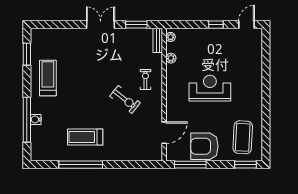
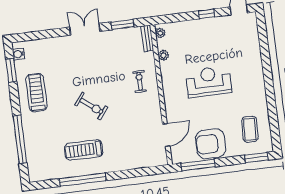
exercise bike: (125, 99) -> (91, 106), moved
water cooler: (36, 119) -> (19, 54), moved
coffee table: (243, 137) -> (250, 129), width x0.73, depth x0.76

